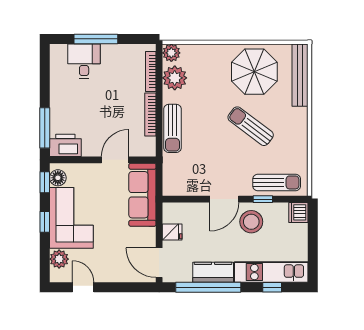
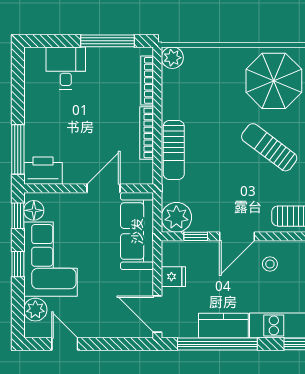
window: (96, 39) -> (107, 41), moved
plant: (175, 78) -> (176, 217), moved
window: (263, 199) -> (196, 236), moved
stool: (251, 222) -> (270, 264), width x0.53, depth x0.53

